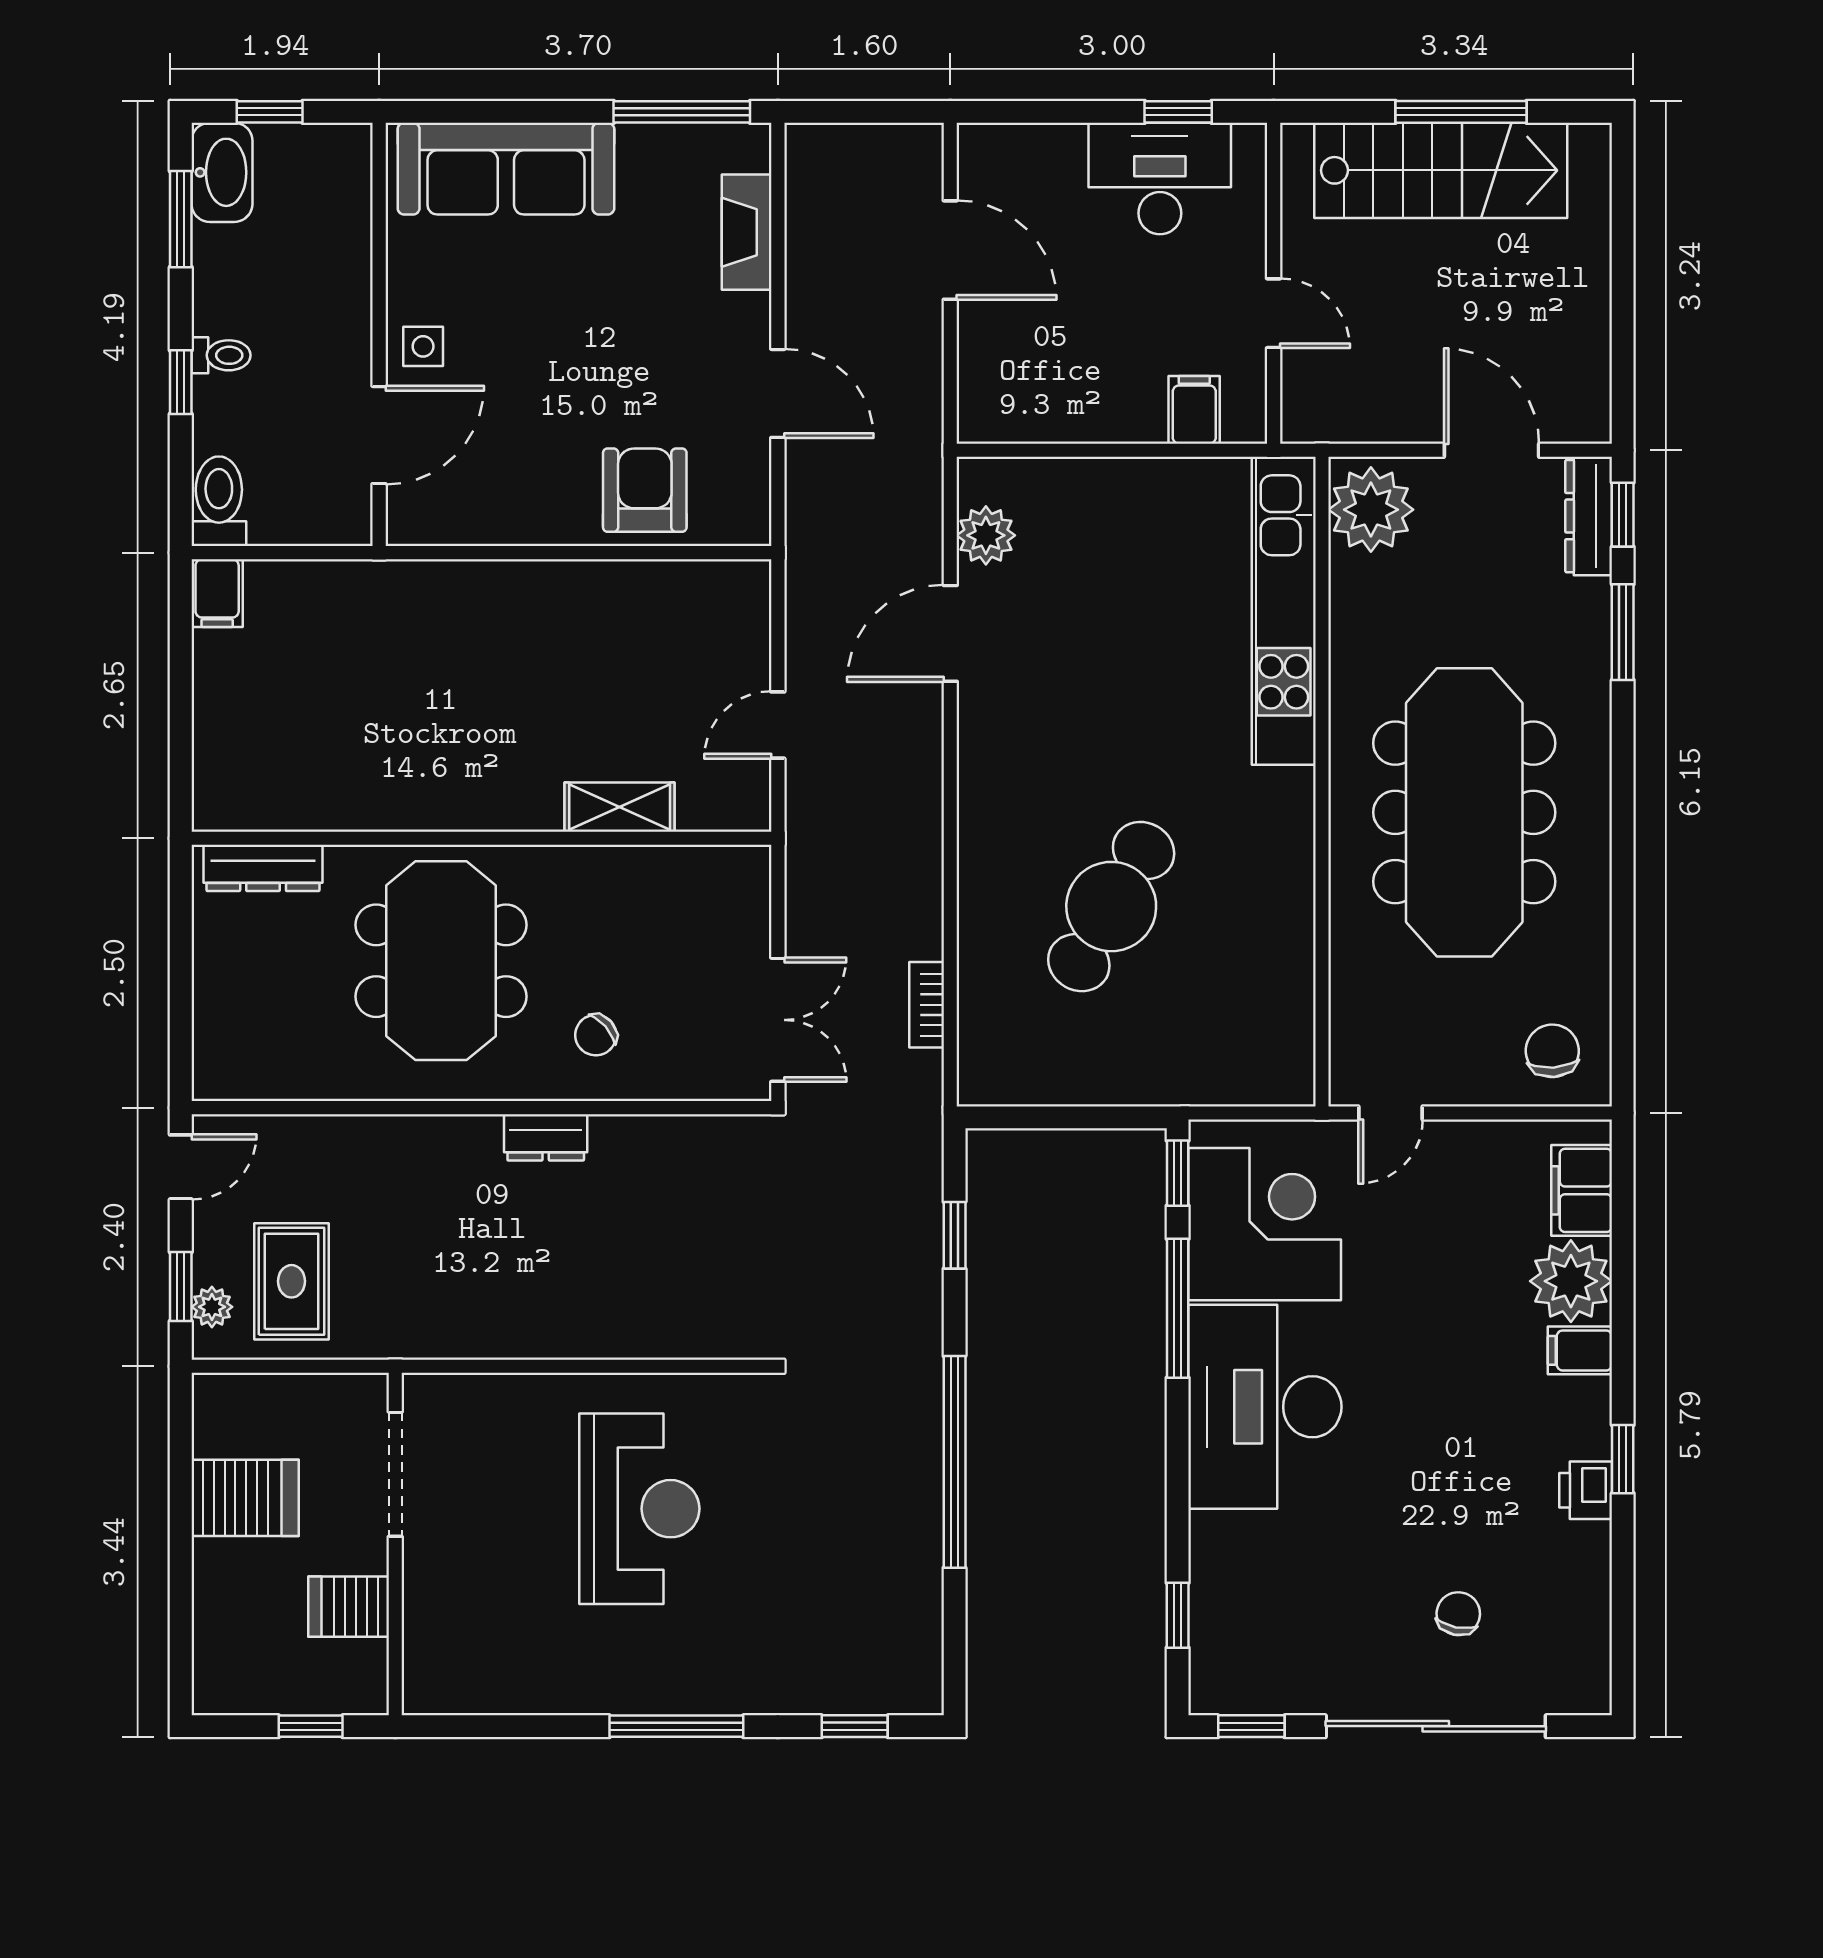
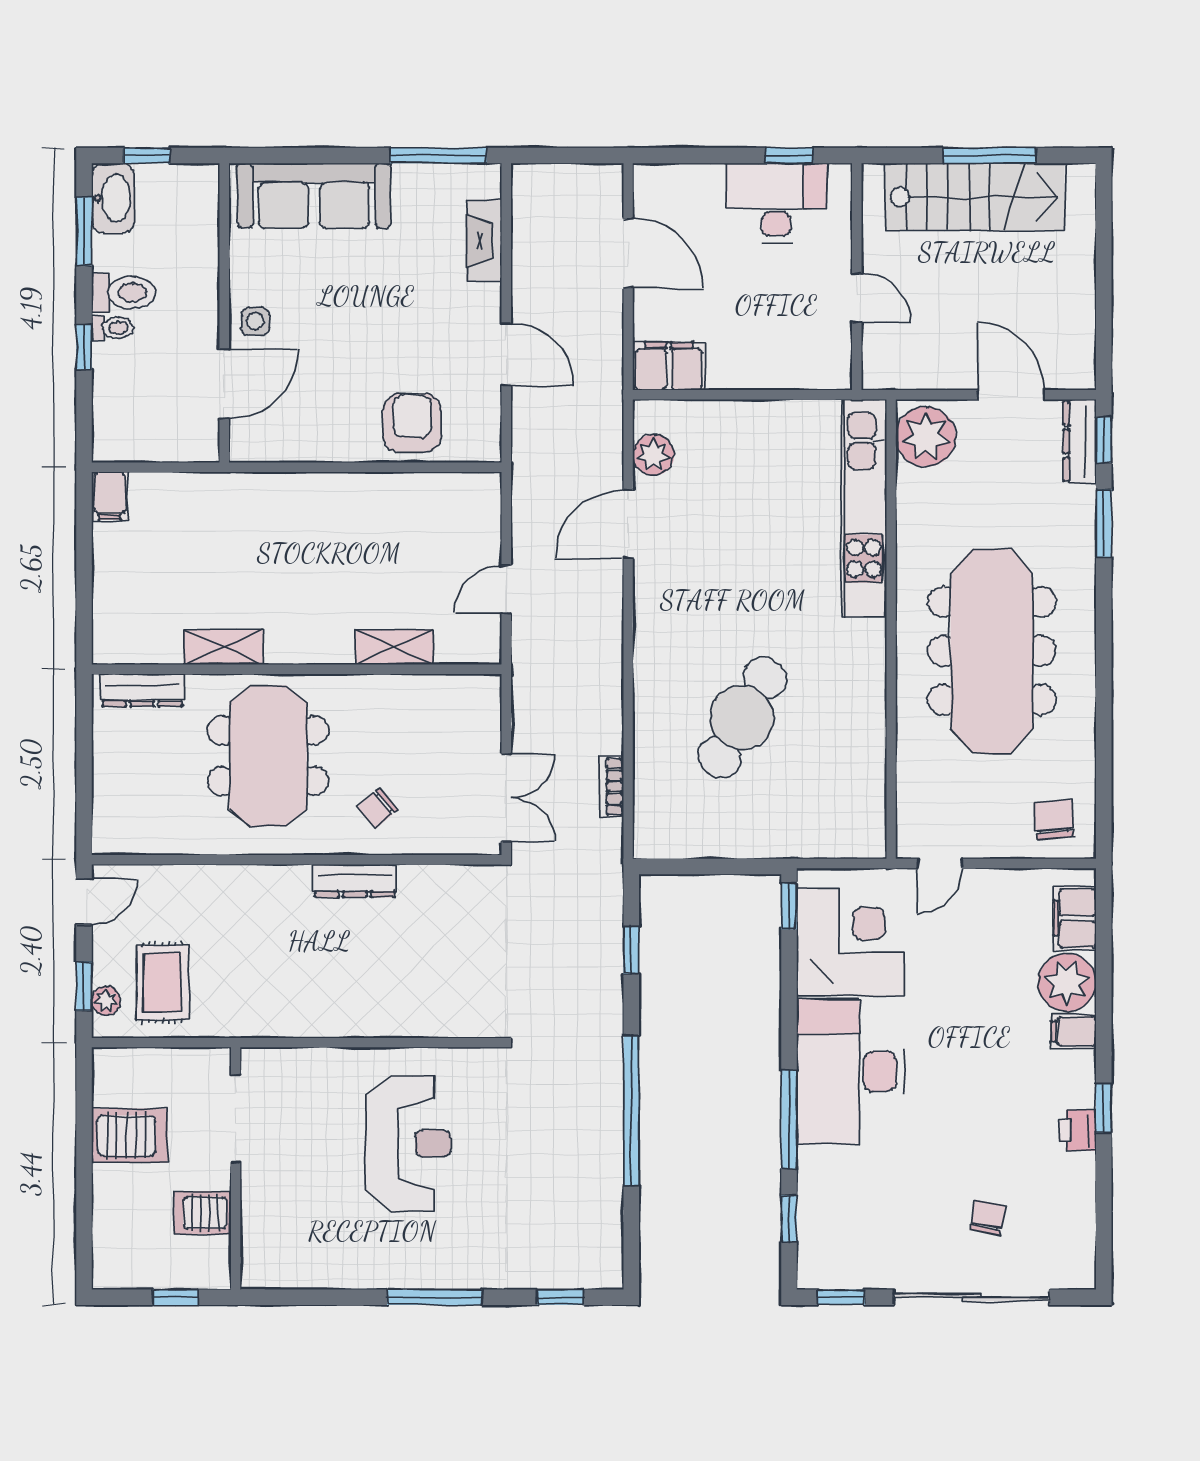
filing cabinet: (1194, 410) -> (669, 366), moved, width x2.00
toilet: (219, 501) -> (123, 292), moved, turned 90
shelving: (378, 807) -> (223, 647), added
dresser: (546, 1137) -> (355, 881), width x1.44
window: (1178, 1308) -> (789, 1120), moved

